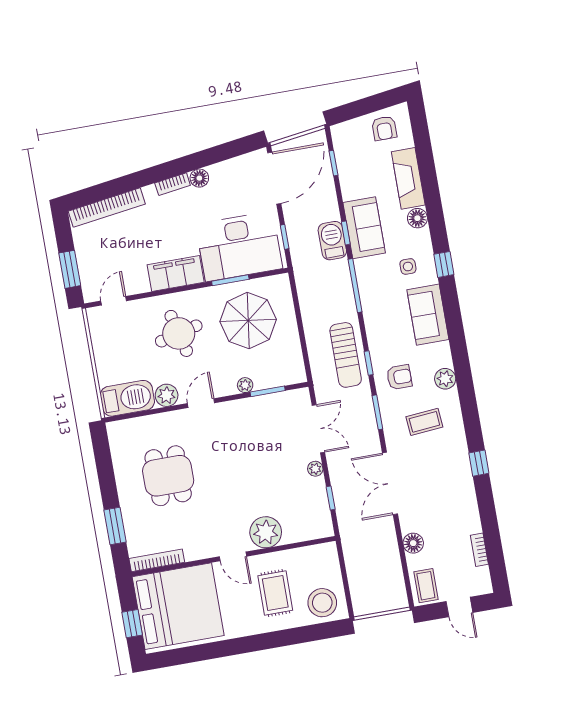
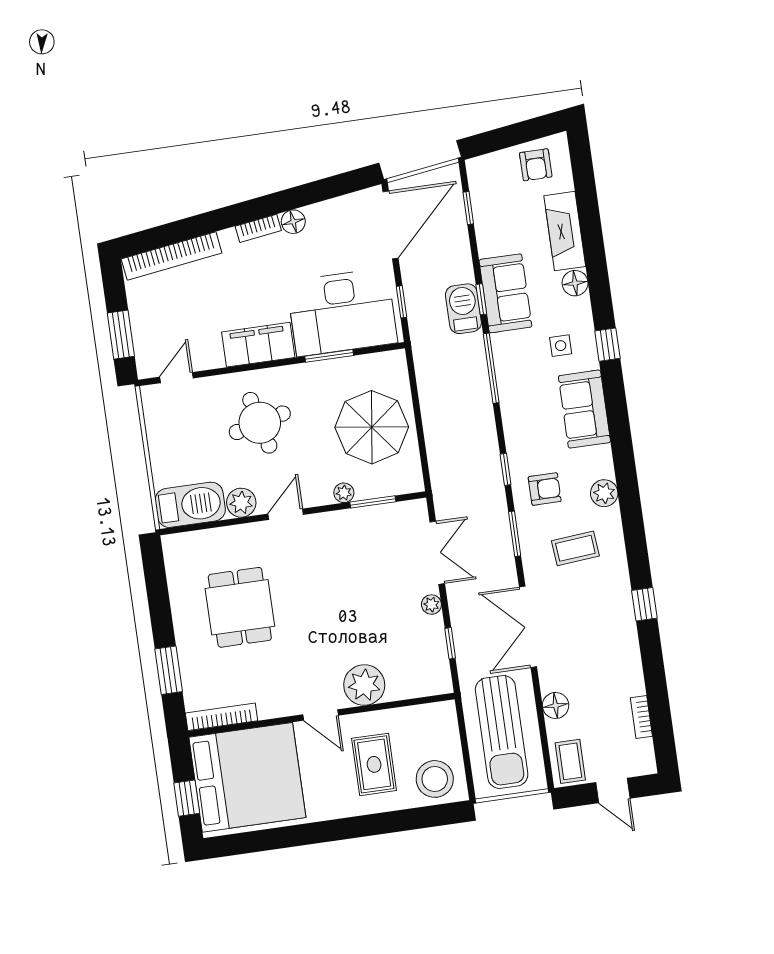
parasol: (248, 321) -> (372, 427), moved
sun lounger: (346, 355) -> (502, 732), moved, width x1.36, depth x1.34

